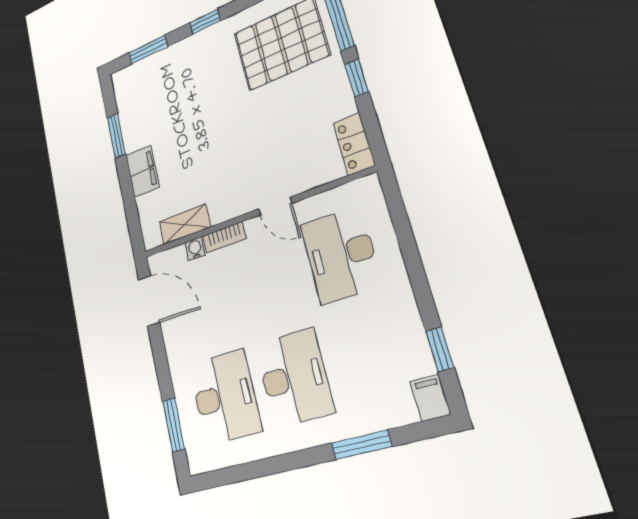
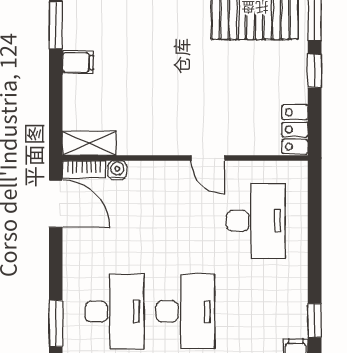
filing cabinet: (143, 171) -> (78, 62), width x0.50
shelving: (185, 224) -> (89, 143), moved
bookcase: (225, 237) -> (84, 169), moved
desk: (341, 255) -> (256, 221), turned 180

